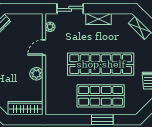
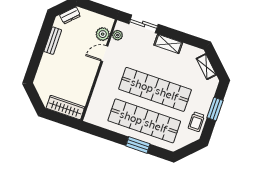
plant: (36, 74) -> (103, 34), moved
shop shelf: (101, 96) -> (144, 121), width x1.40

